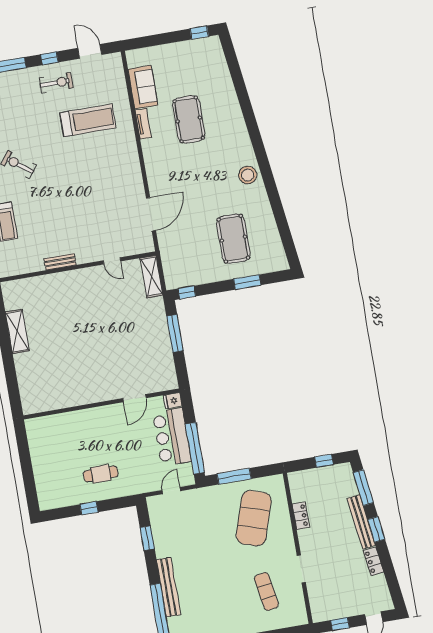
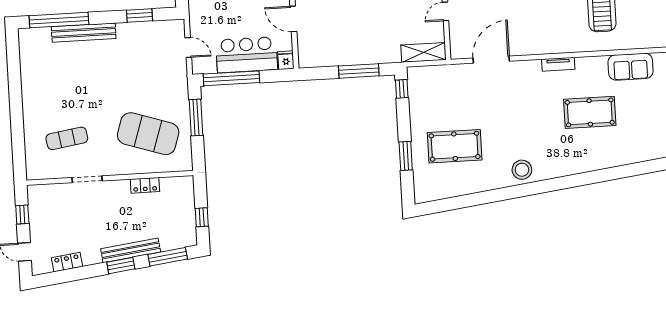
tv unit: (143, 124) -> (558, 64), moved
door: (151, 214) -> (491, 60), swing flipped
locker: (373, 561) -> (67, 262), moved

